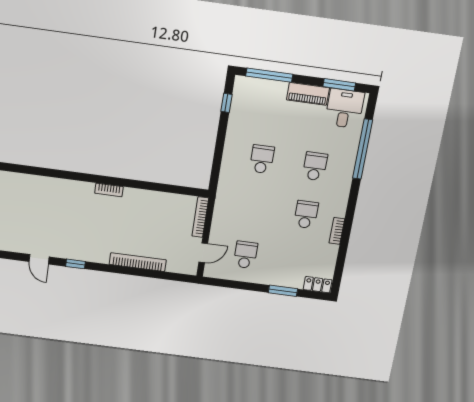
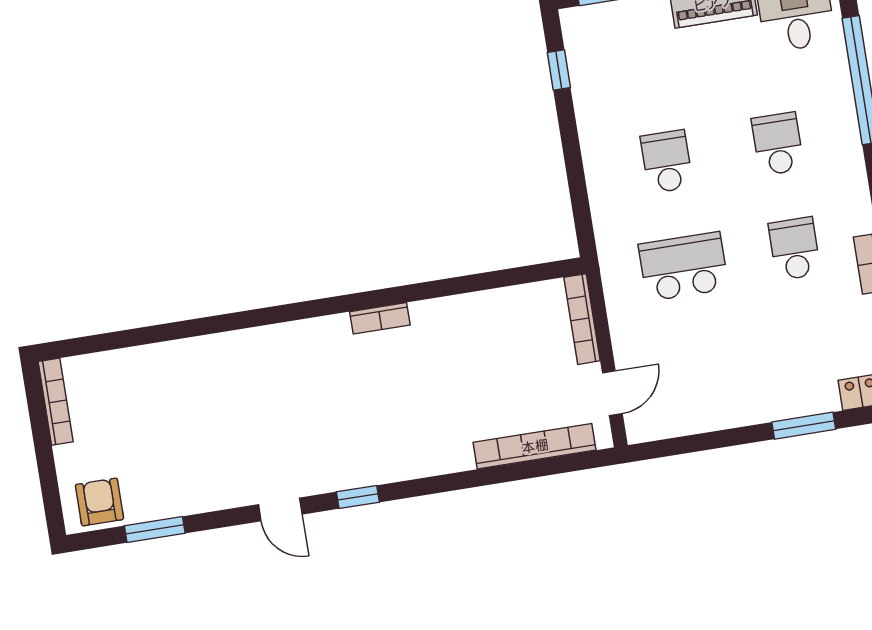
school desk: (245, 255) -> (683, 266), moved, width x1.85
bookcase: (138, 262) -> (535, 446), moved

